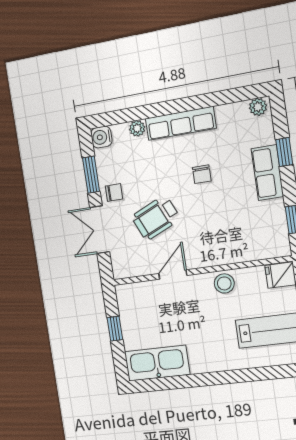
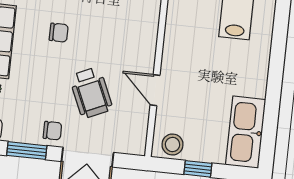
chair: (114, 193) -> (52, 131), turned 90
stool: (224, 283) -> (172, 145), moved

